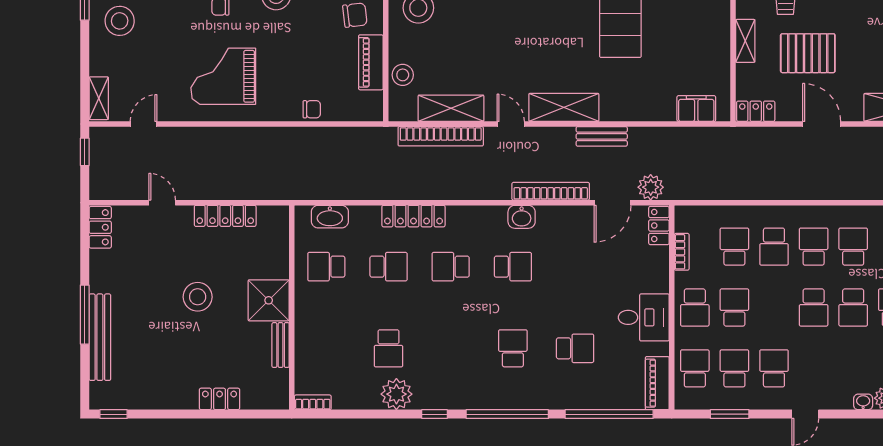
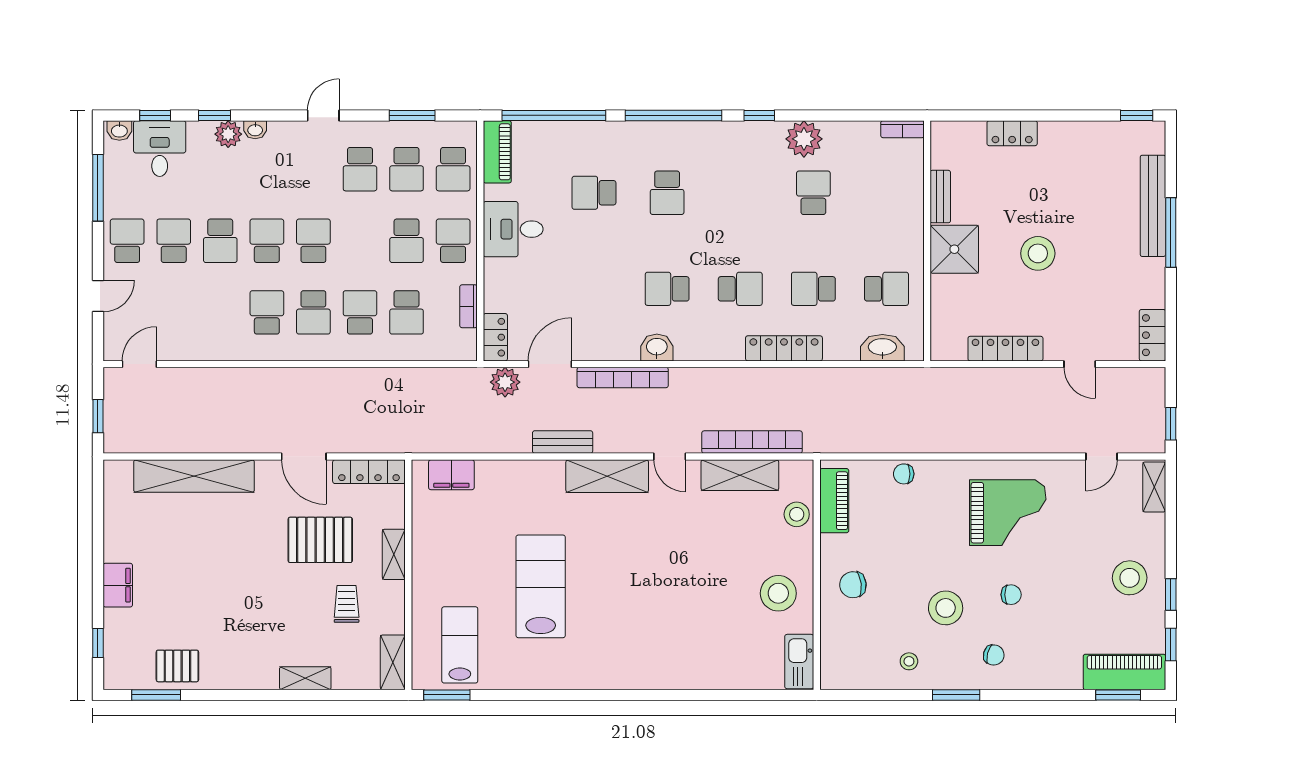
piano: (371, 62) -> (834, 501), moved
locker: (756, 111) -> (369, 472), width x1.53
school desk: (853, 247) -> (267, 312), turned 180

